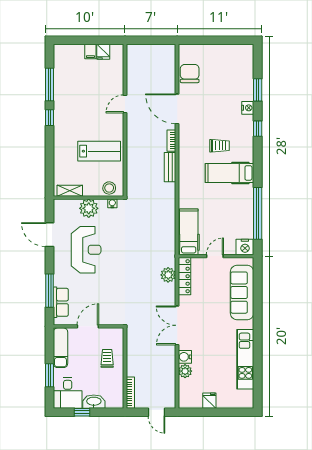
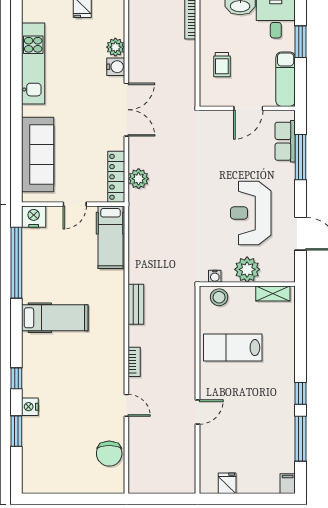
filing cabinet: (90, 52) -> (288, 484), moved
door: (177, 109) -> (126, 405), width x0.53
trolley: (220, 146) -> (68, 355), removed
bench: (170, 167) -> (136, 304), moved

